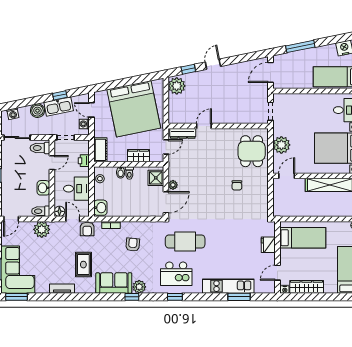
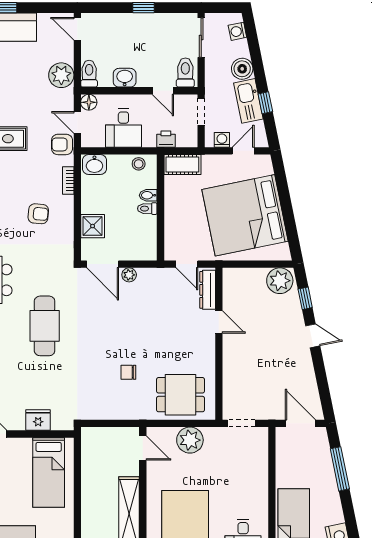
wardrobe: (138, 156) -> (174, 222), removed
shower: (156, 178) -> (93, 226), moved
door: (73, 219) -> (77, 122), swing flipped
cafe table: (185, 241) -> (45, 326), moved

